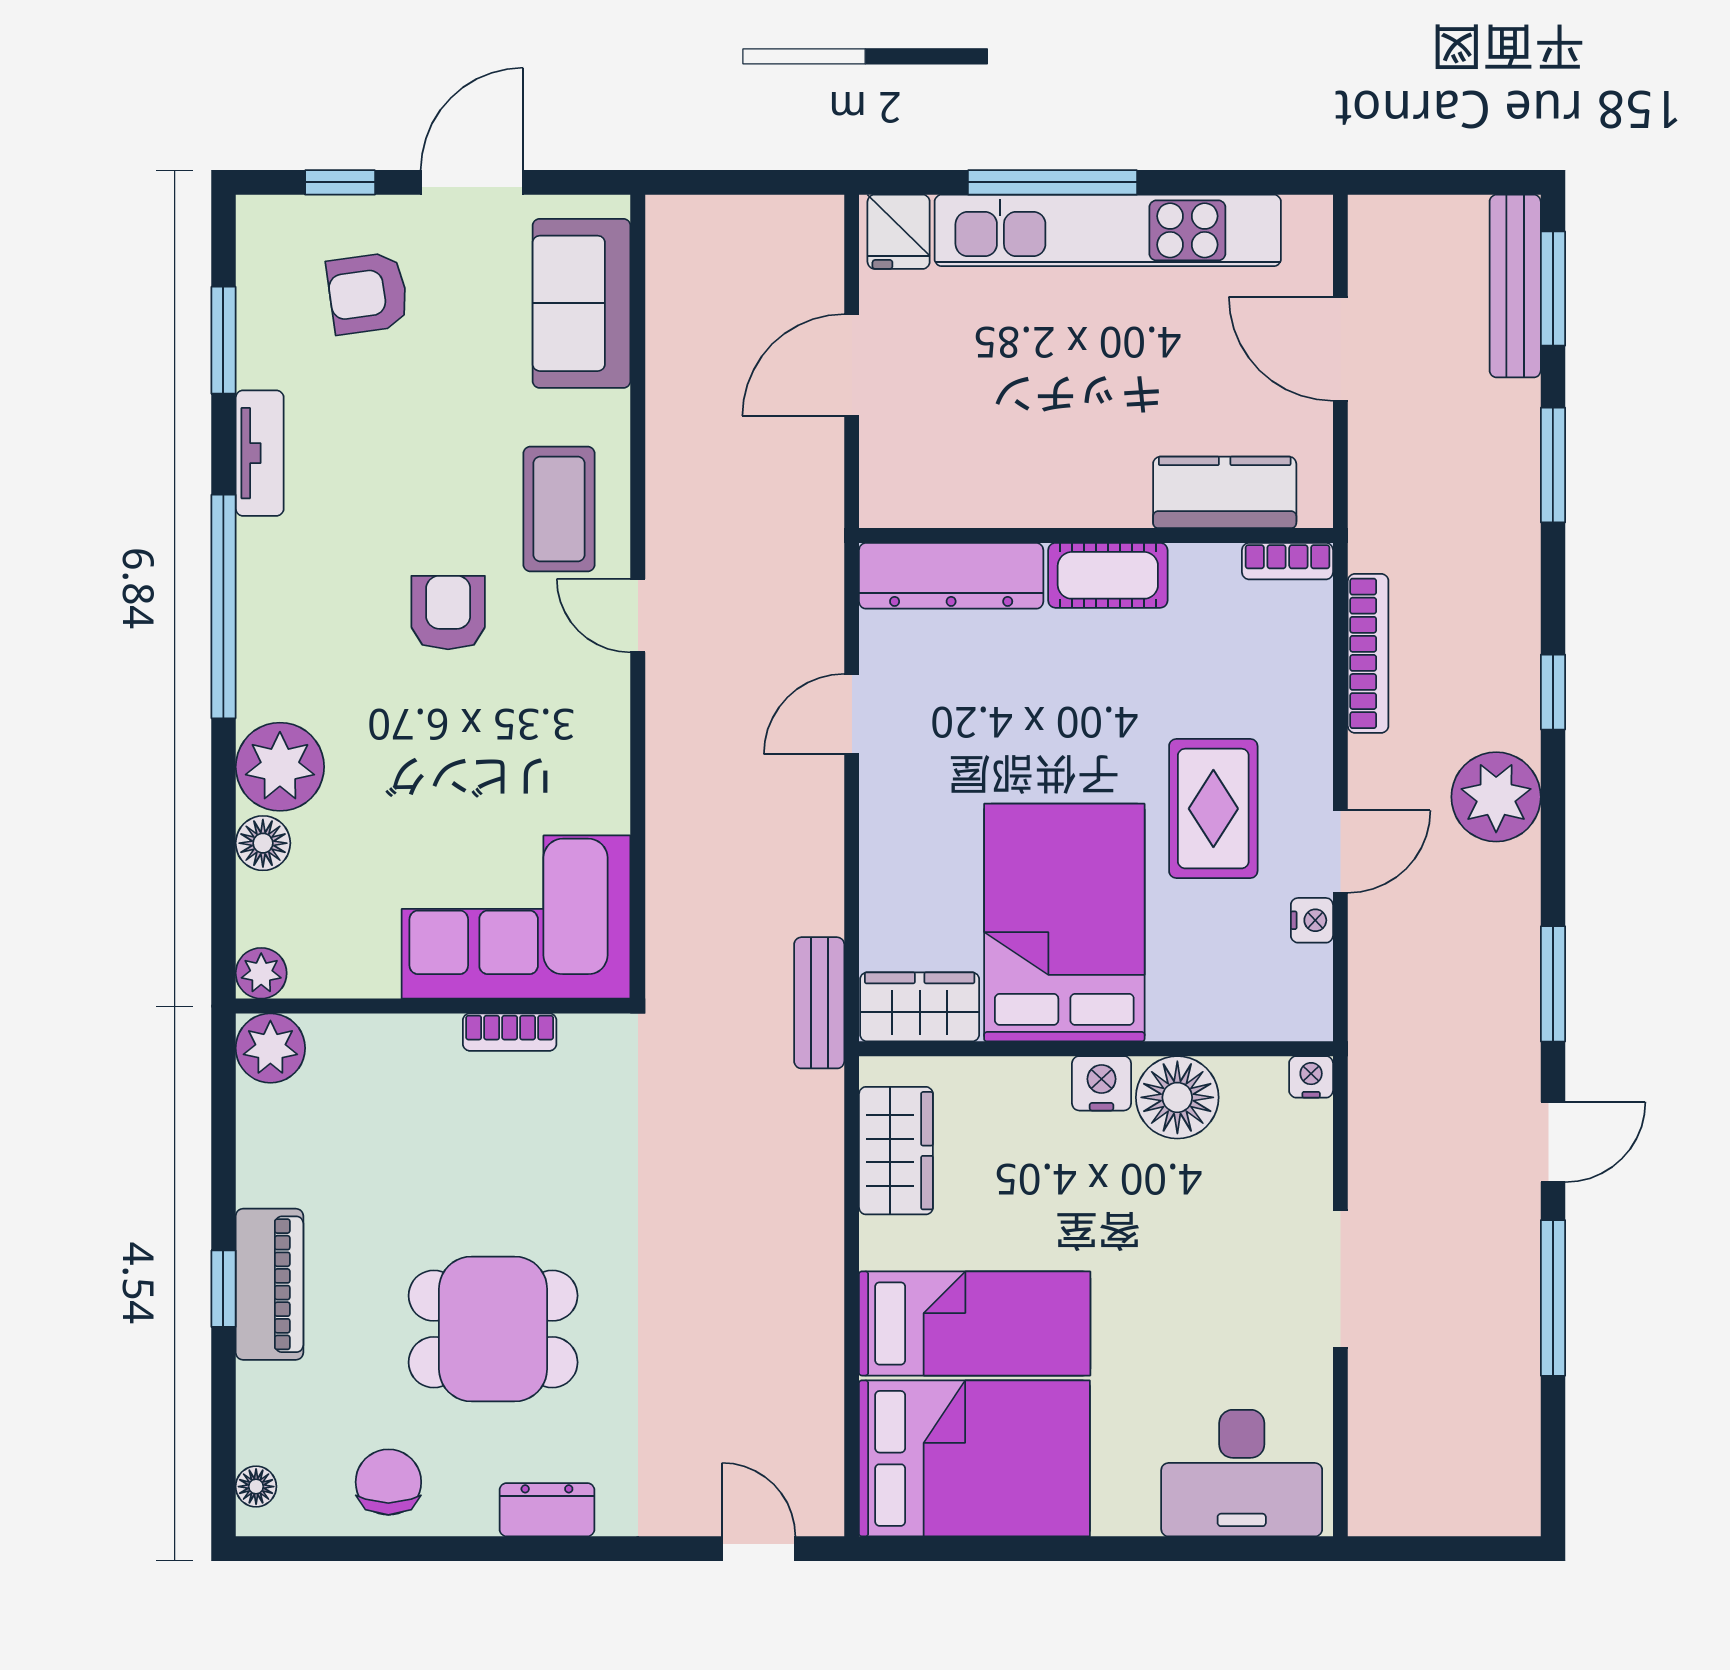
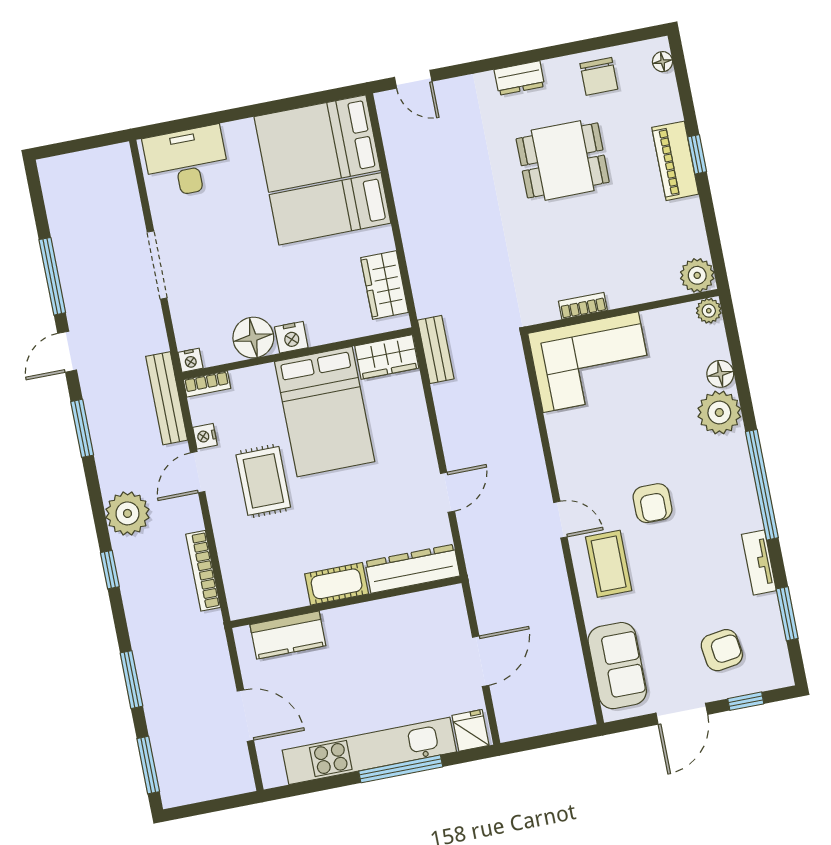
bench: (1515, 286) -> (167, 398), moved
bookcase: (1287, 561) -> (207, 384), moved, turned 180

